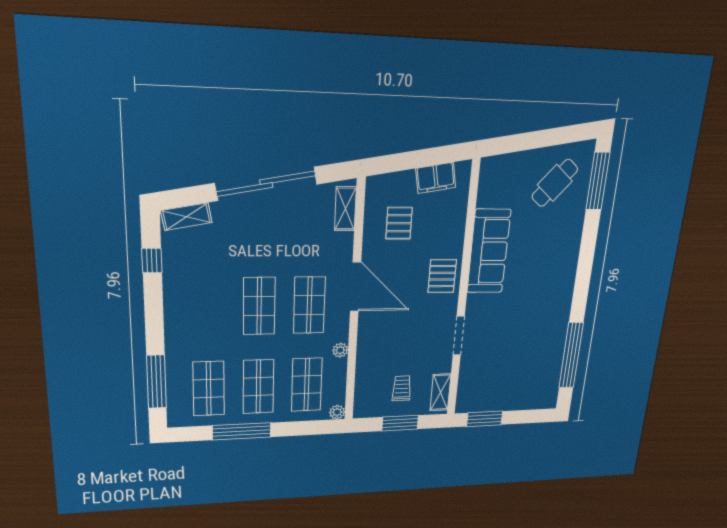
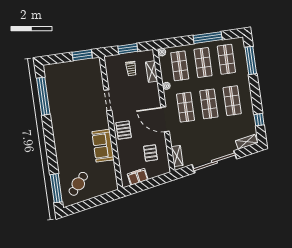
sofa: (489, 251) -> (103, 146), width x0.73
shop shelf: (208, 307) -> (232, 101), added
shelving: (441, 392) -> (152, 72), moved

